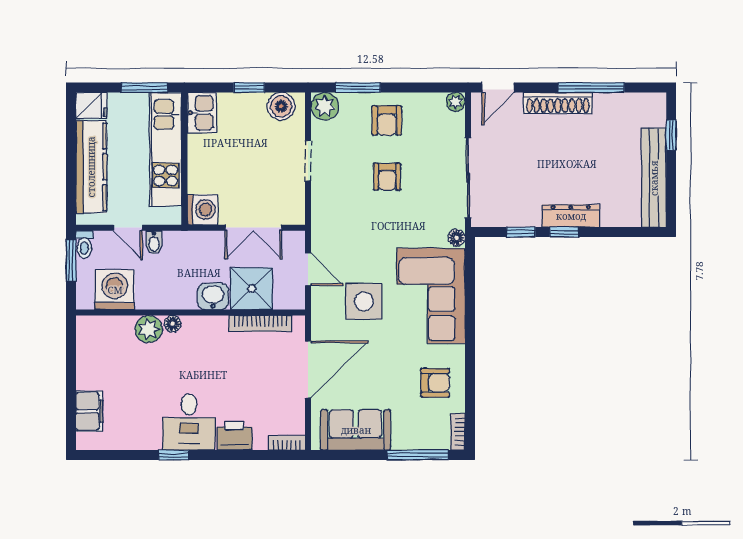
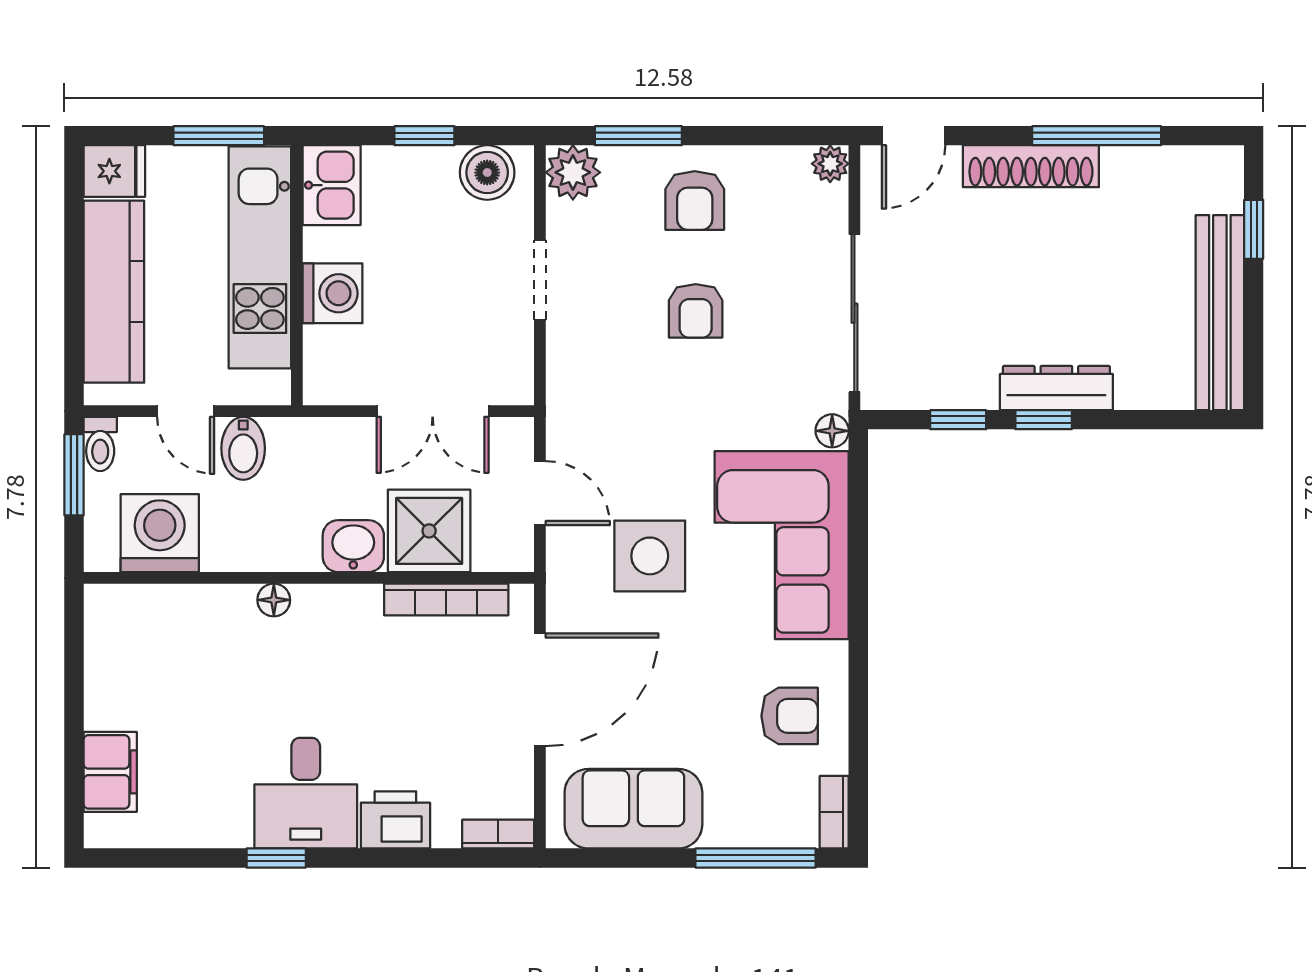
washing machine: (202, 210) -> (333, 293), moved
bidet: (154, 242) -> (243, 448), width x1.38, depth x1.36
plant: (149, 329) -> (227, 610), removed

